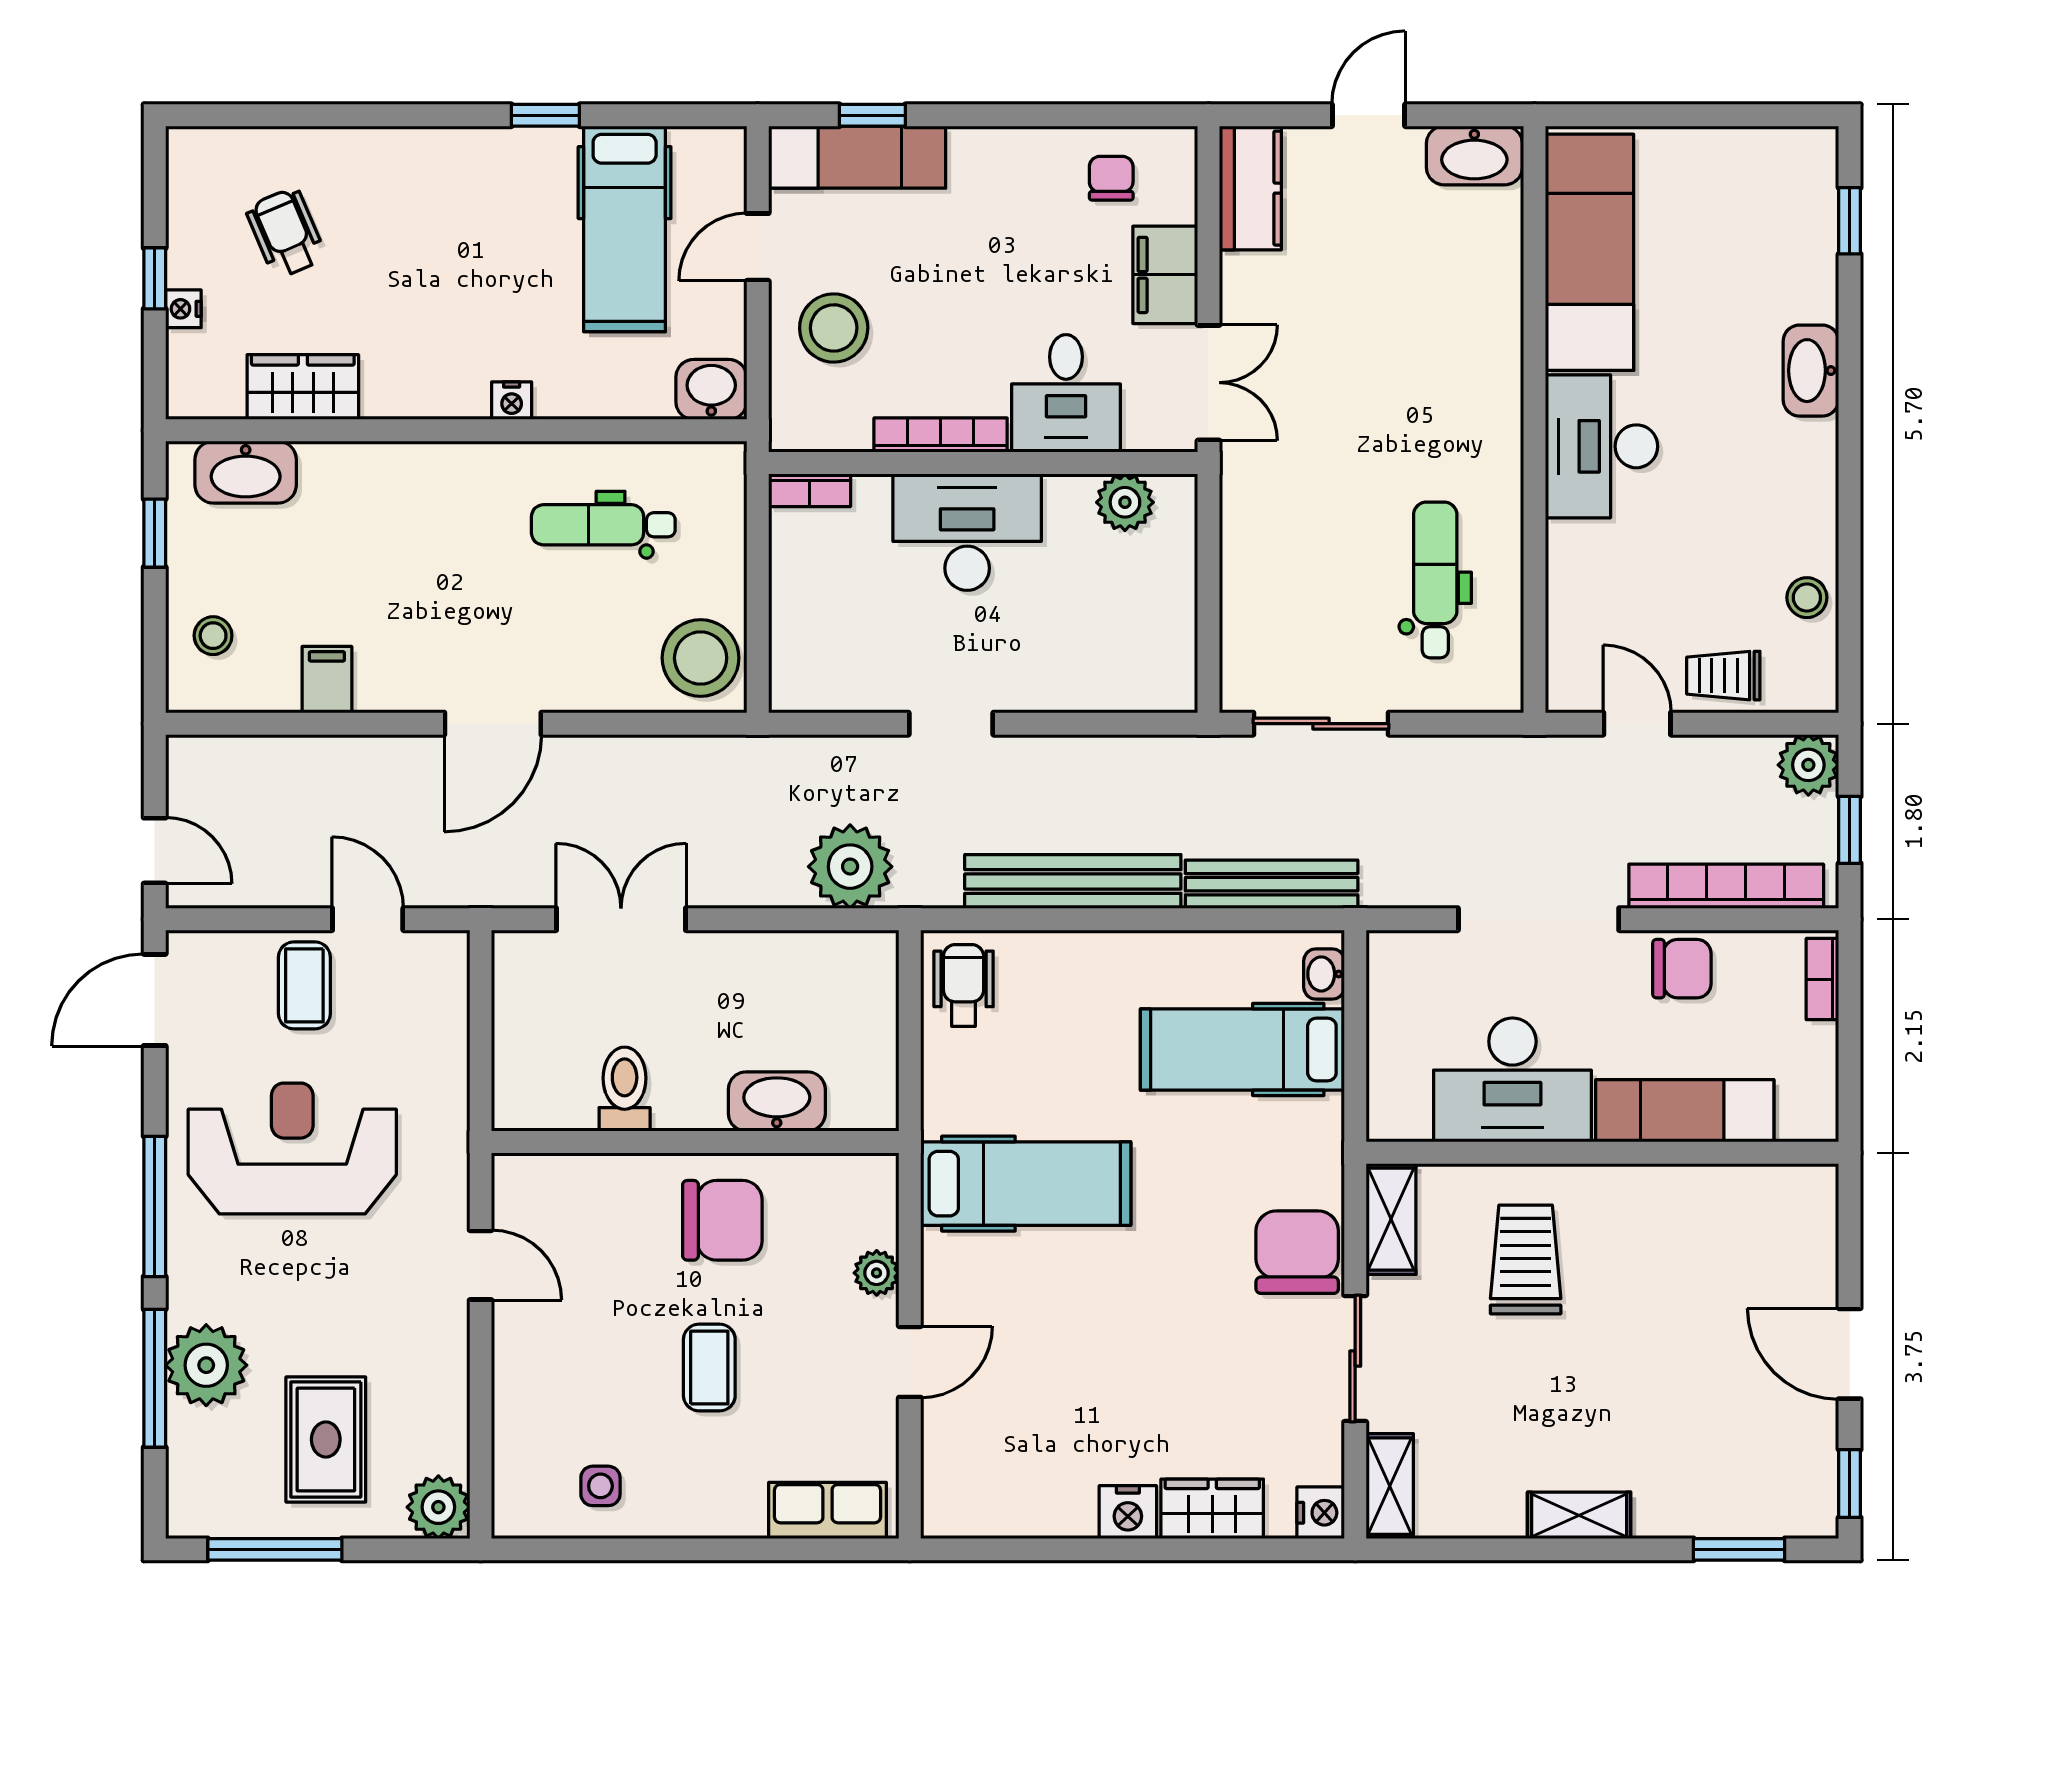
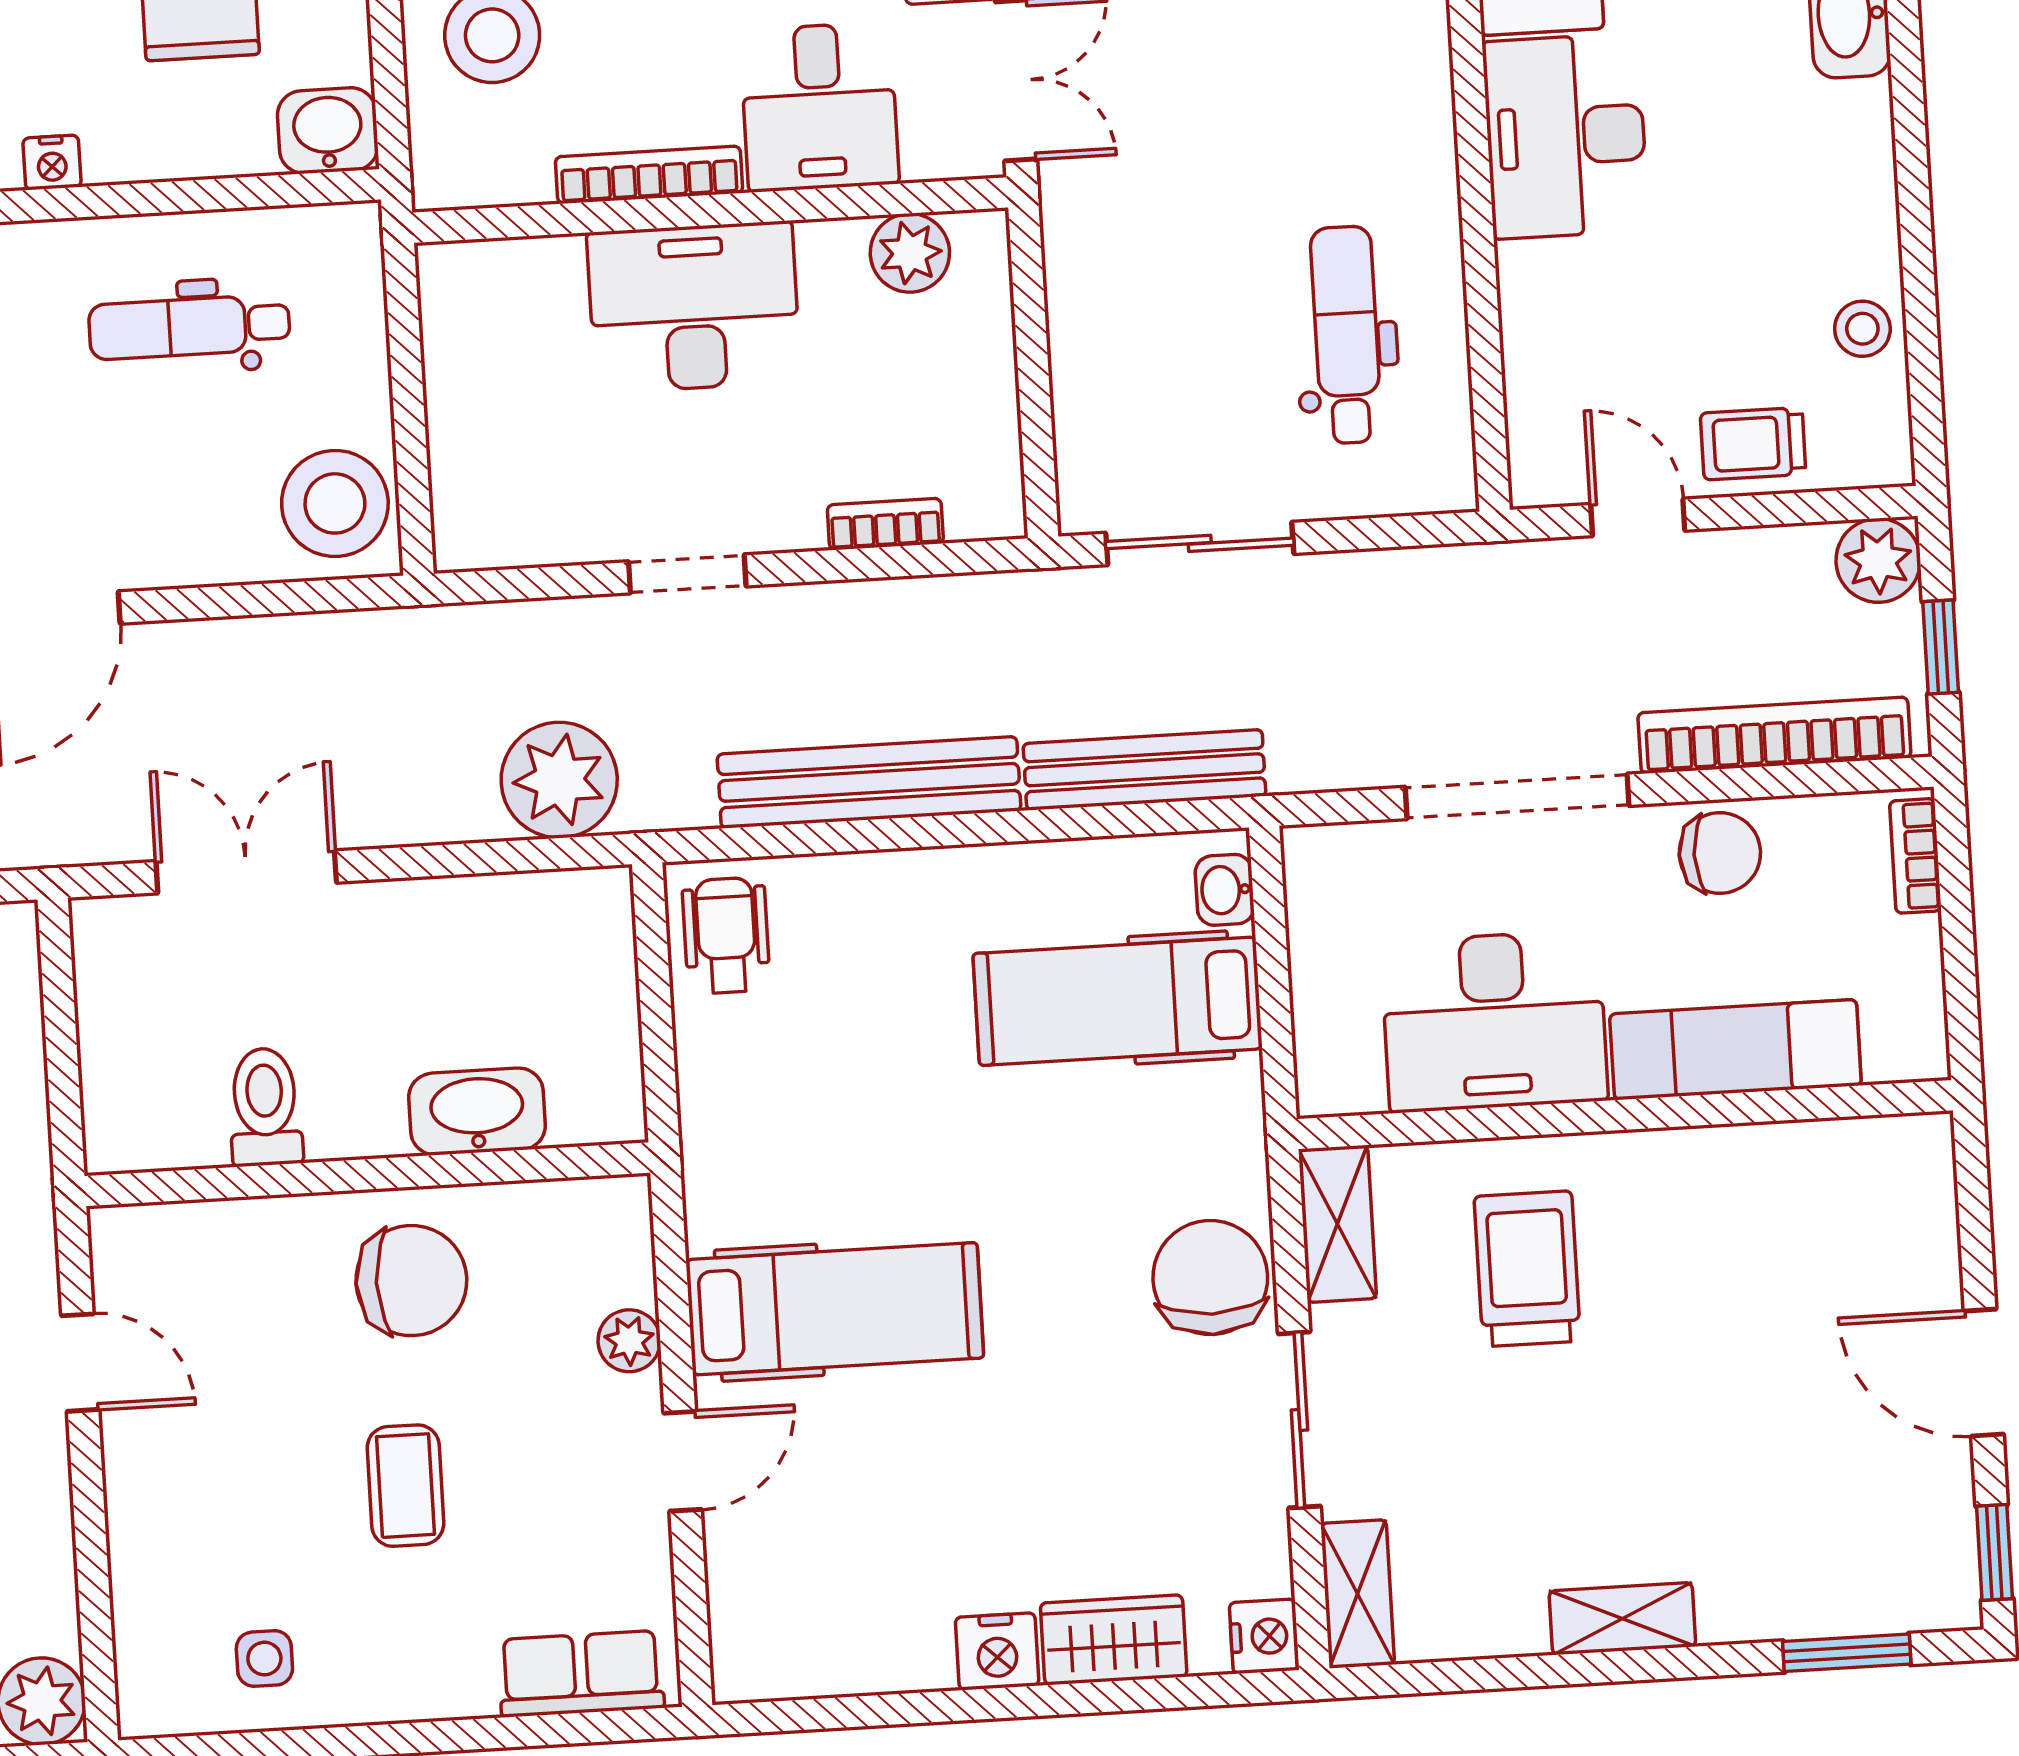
bookcase: (810, 490) -> (885, 524), moved, turned 180
hospital bed: (1026, 1184) -> (835, 1309), moved

